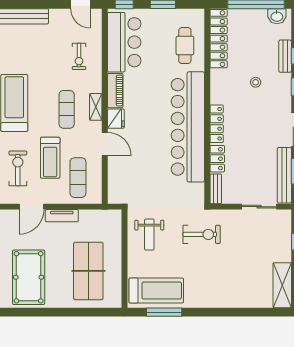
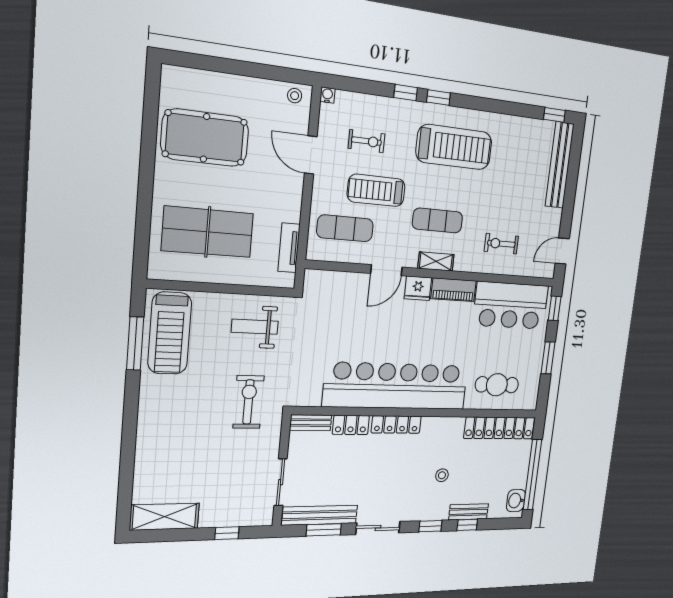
exercise bike: (18, 168) -> (367, 141), width x0.73, depth x0.72
tv unit: (62, 216) -> (289, 248), moved
exercise bike: (202, 234) -> (248, 402), turned 180

